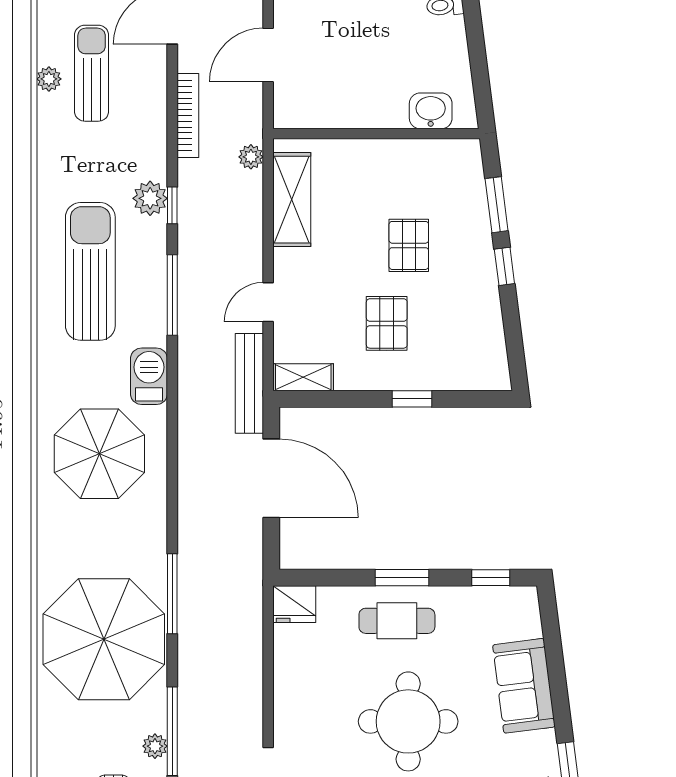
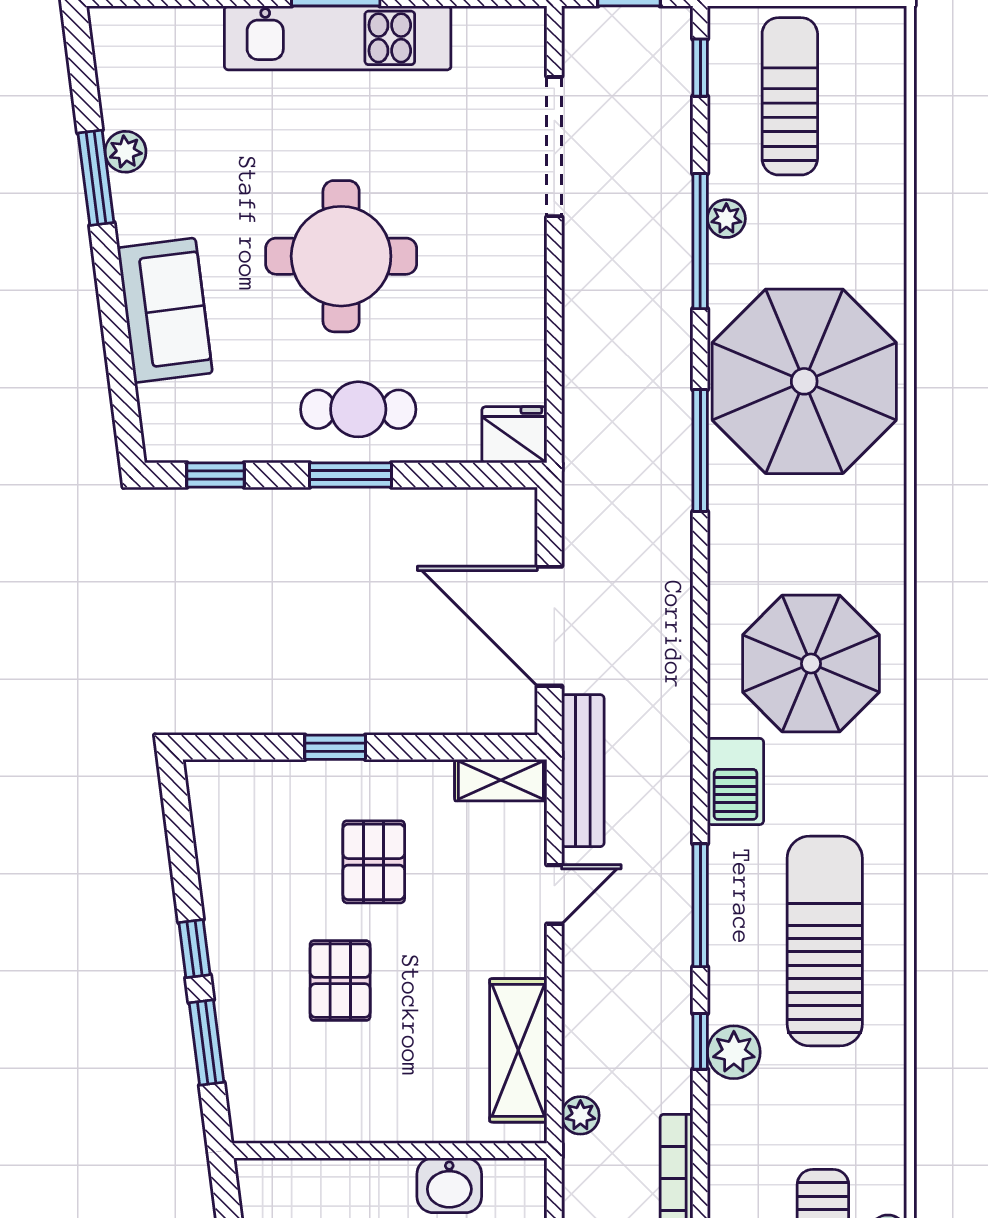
washbasin: (431, 111) -> (449, 1185), moved
sun lounger: (90, 271) -> (825, 941), turned 180

